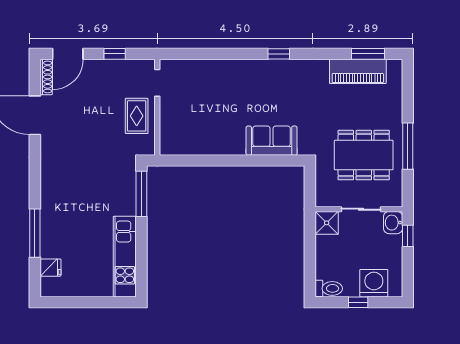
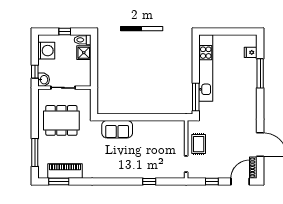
window: (279, 54) -> (149, 182), moved
window: (408, 146) -> (35, 153), moved
shower: (327, 223) -> (84, 53), moved
kitchen unit: (125, 257) -> (206, 68), width x1.36
washing machine: (374, 283) -> (46, 51), moved, turned -90

